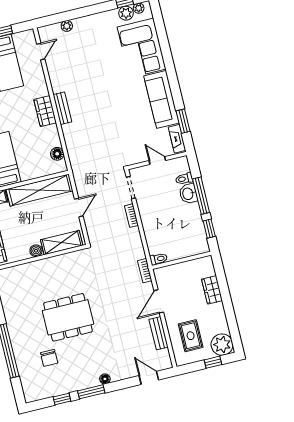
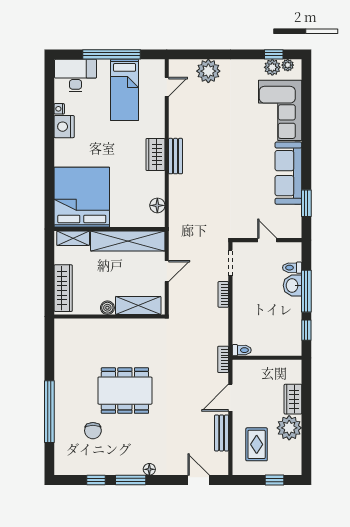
plant: (67, 26) -> (208, 71), width x1.87, depth x1.87
fireplace: (177, 139) -> (295, 221), removed
plant: (222, 345) -> (289, 428), moved

